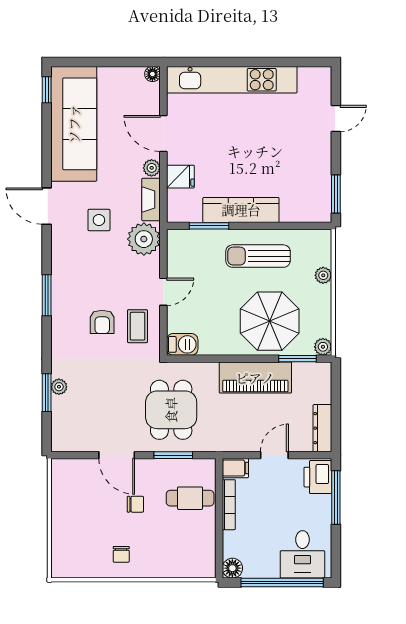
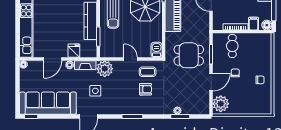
filing cabinet: (235, 468) -> (254, 24), moved
plant: (73, 475) -> (221, 104), added

